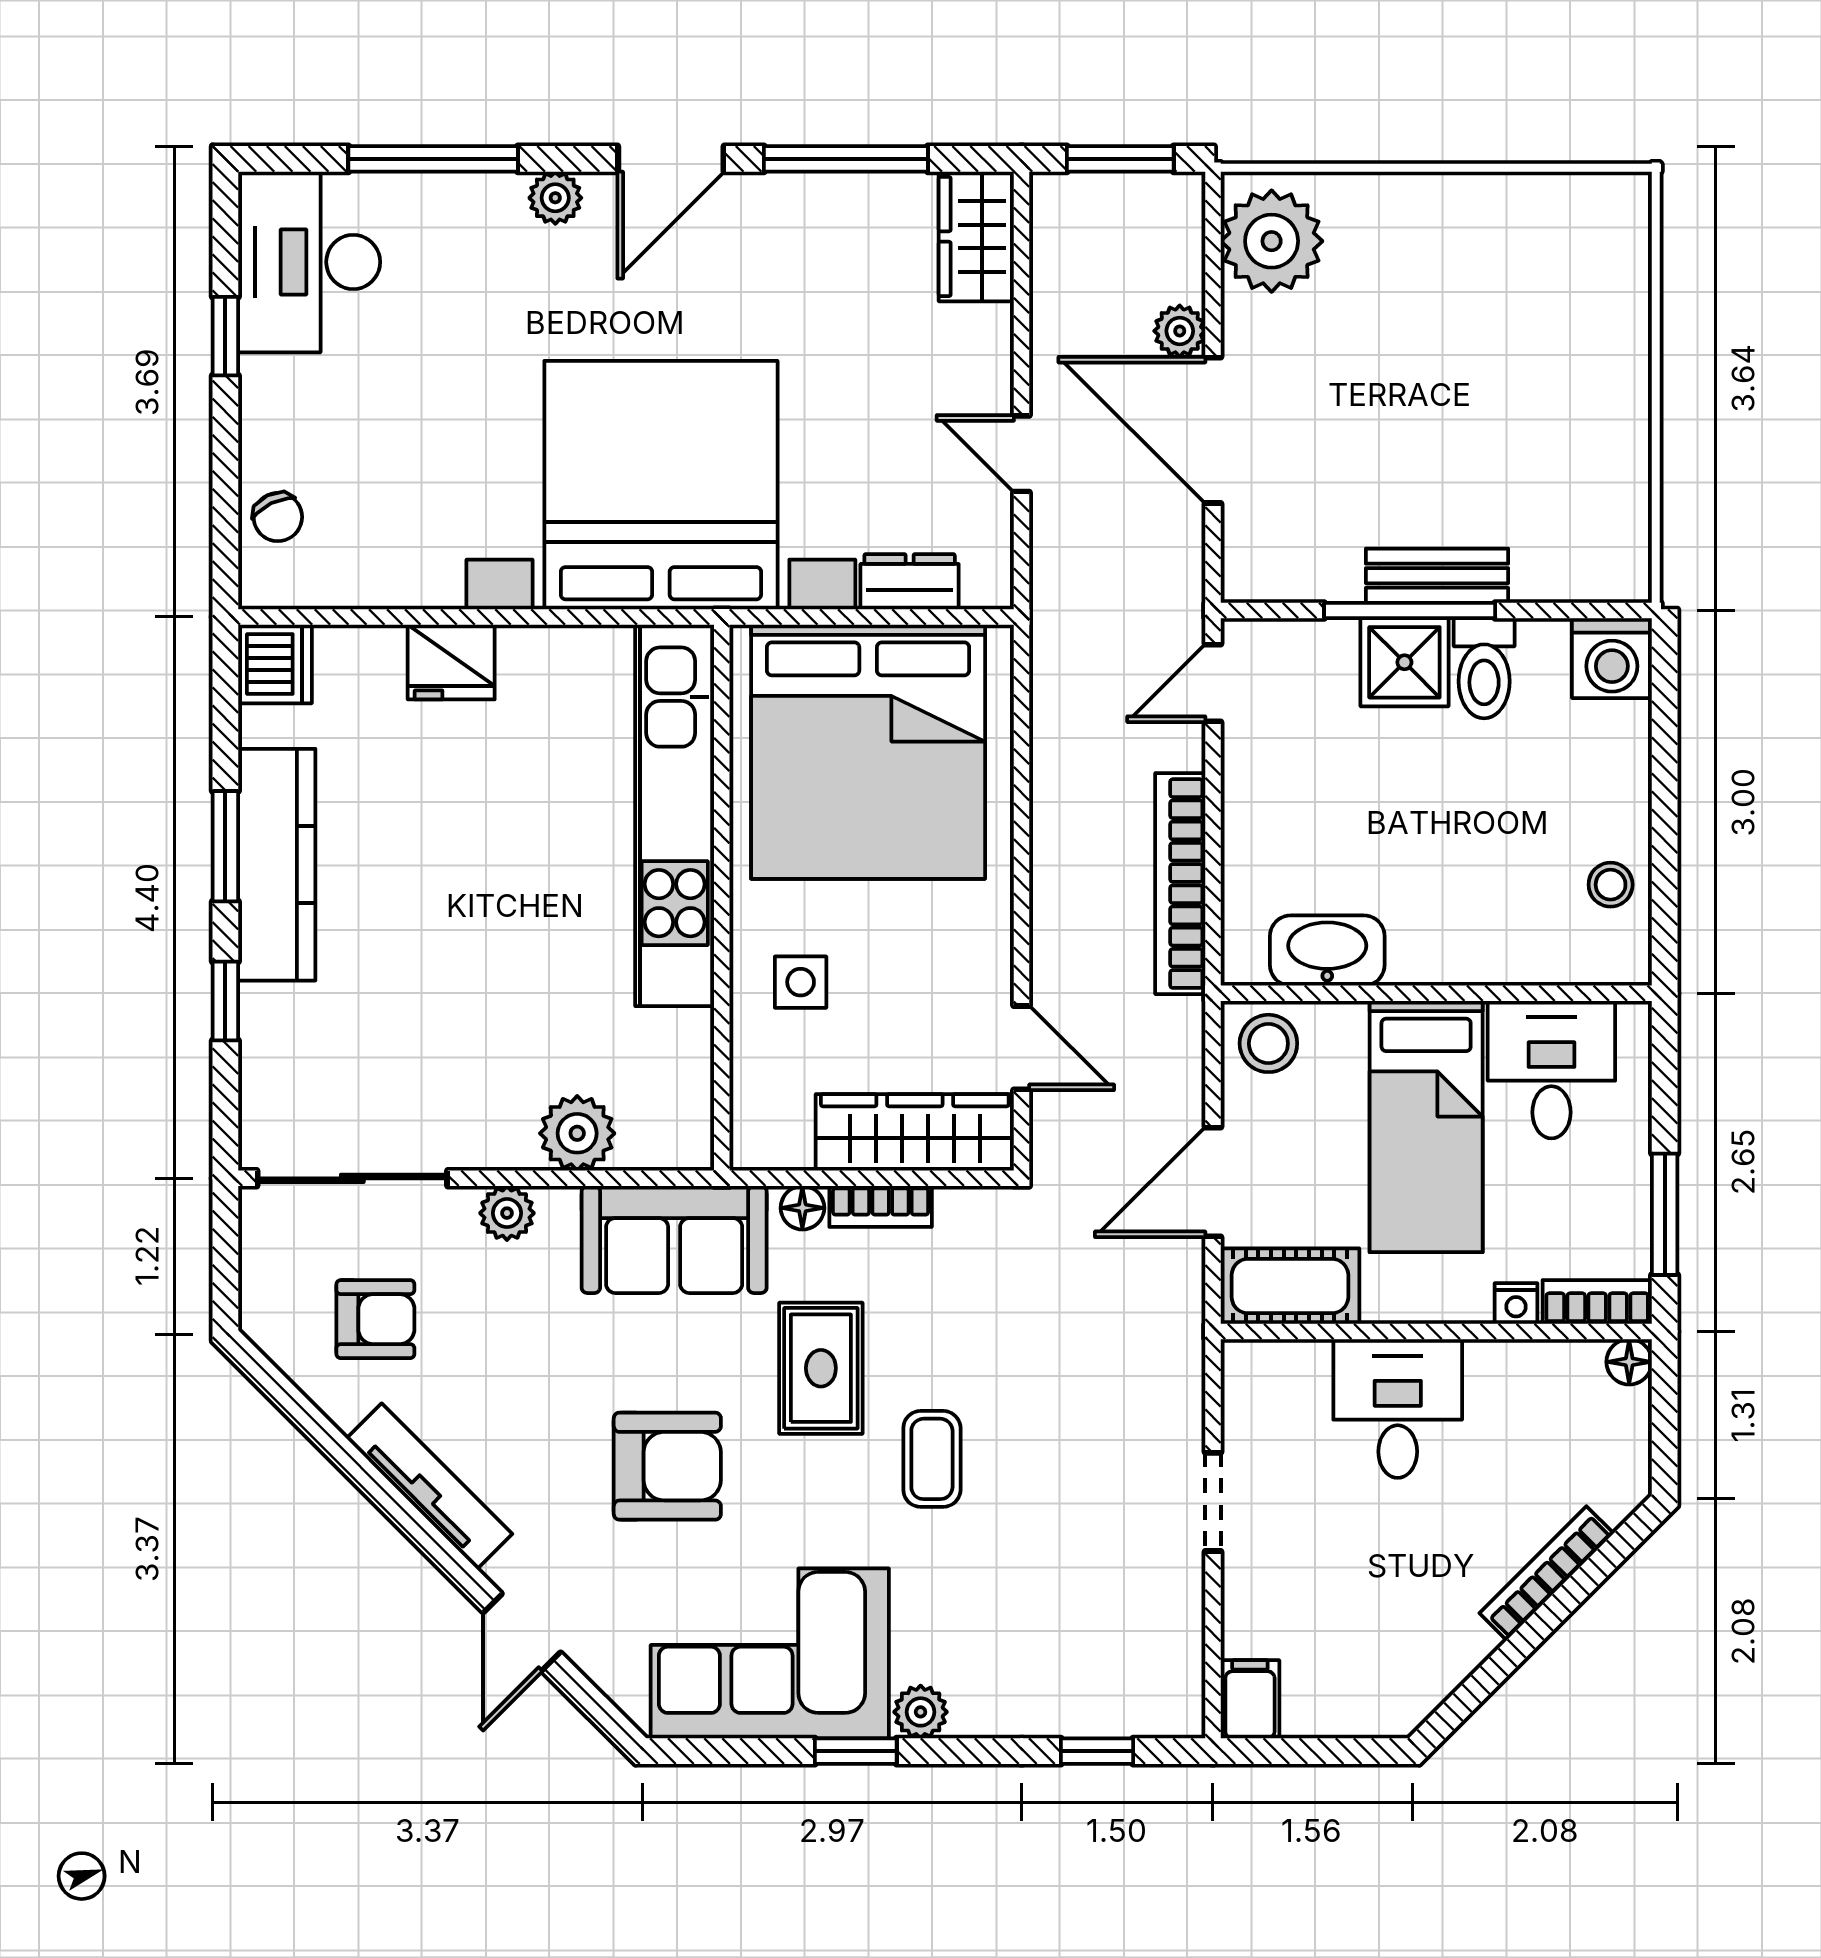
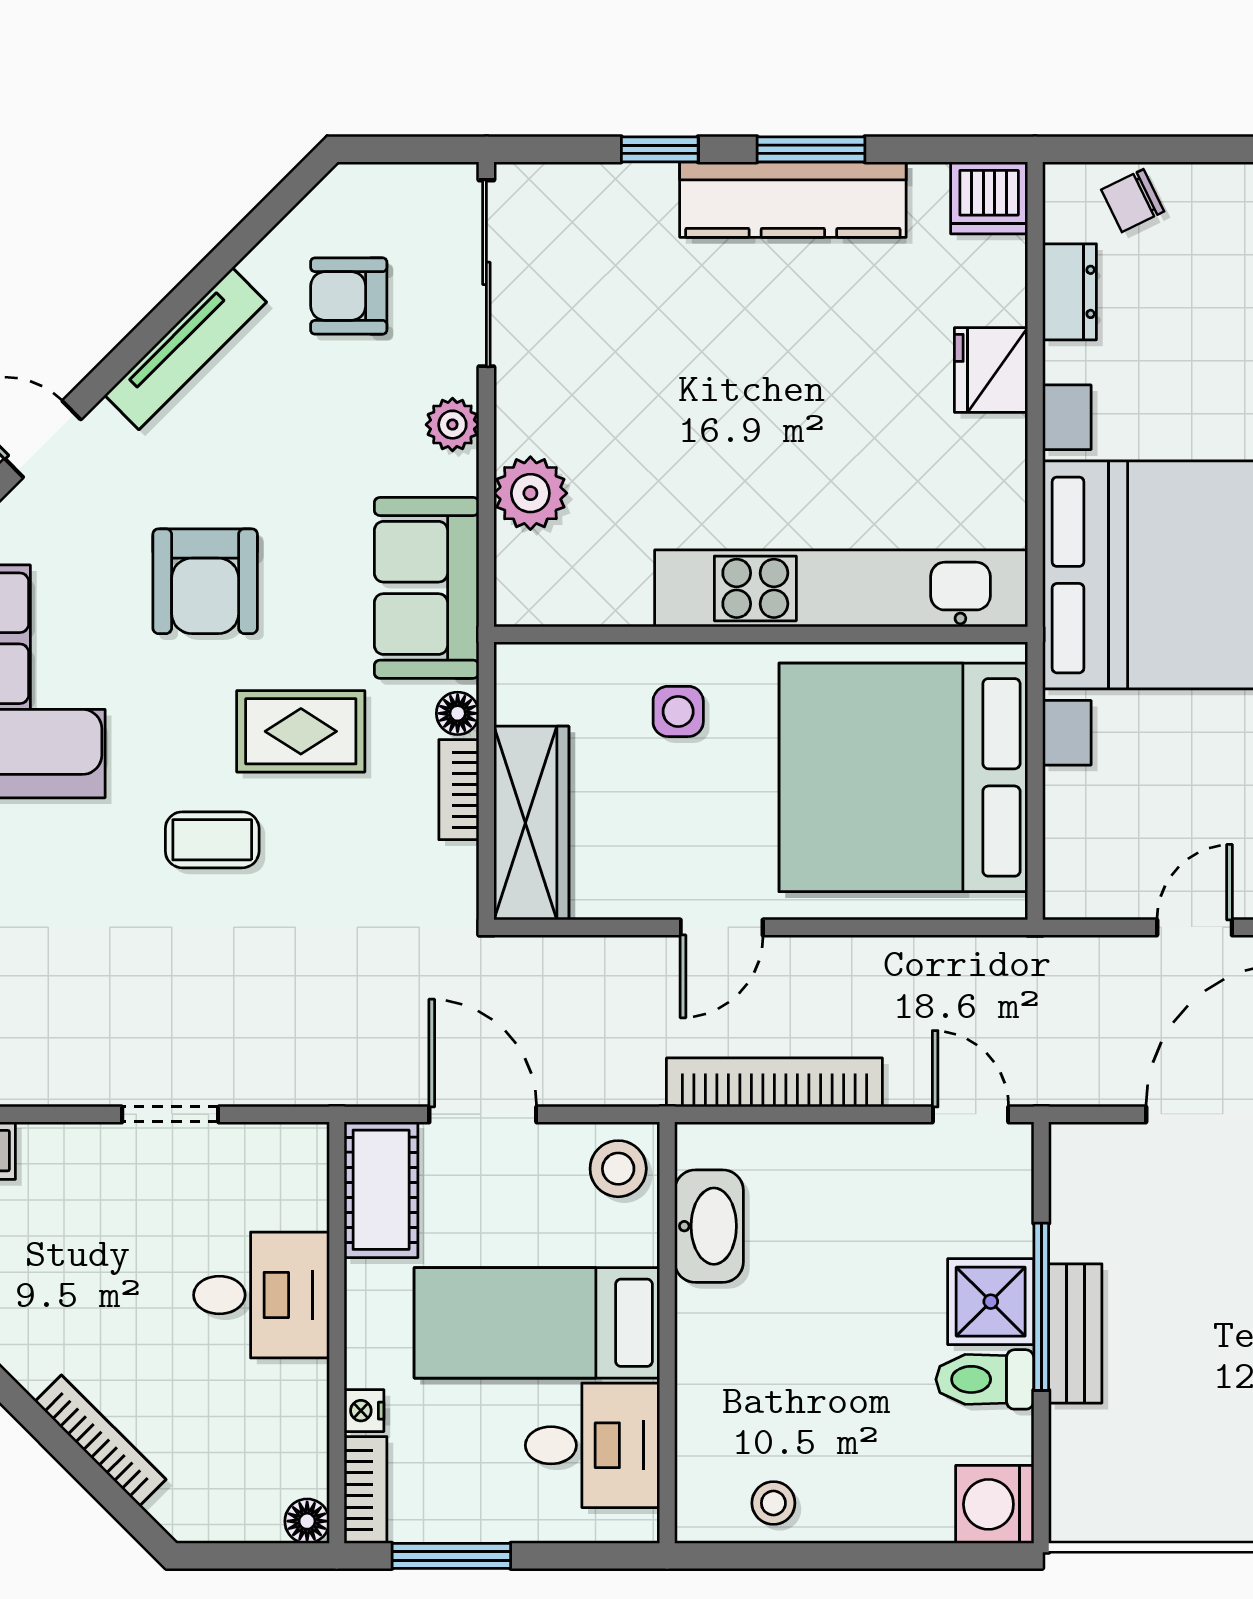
dresser: (910, 582) -> (1070, 292), moved
door: (1022, 1048) -> (722, 927), moved
armchair: (375, 1319) -> (349, 296), turned 90

